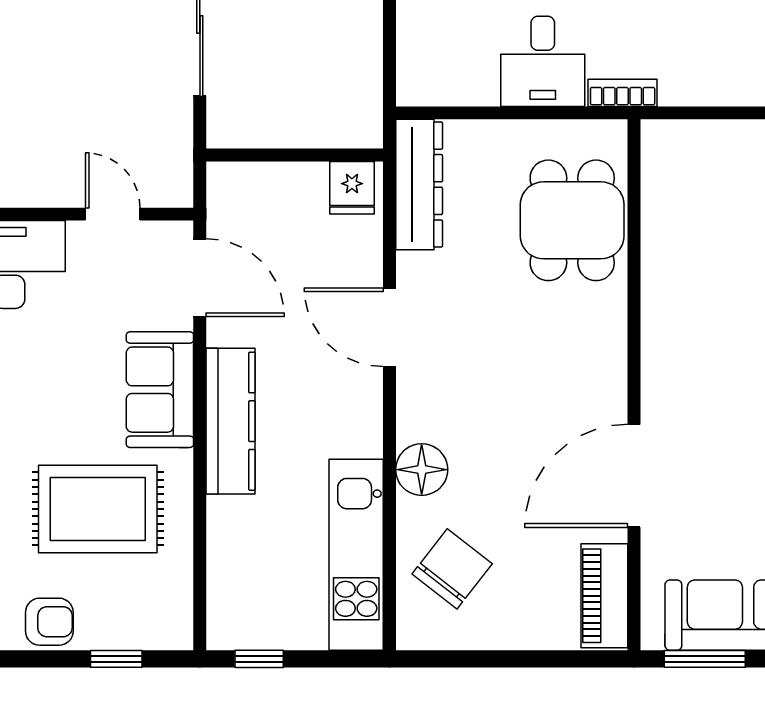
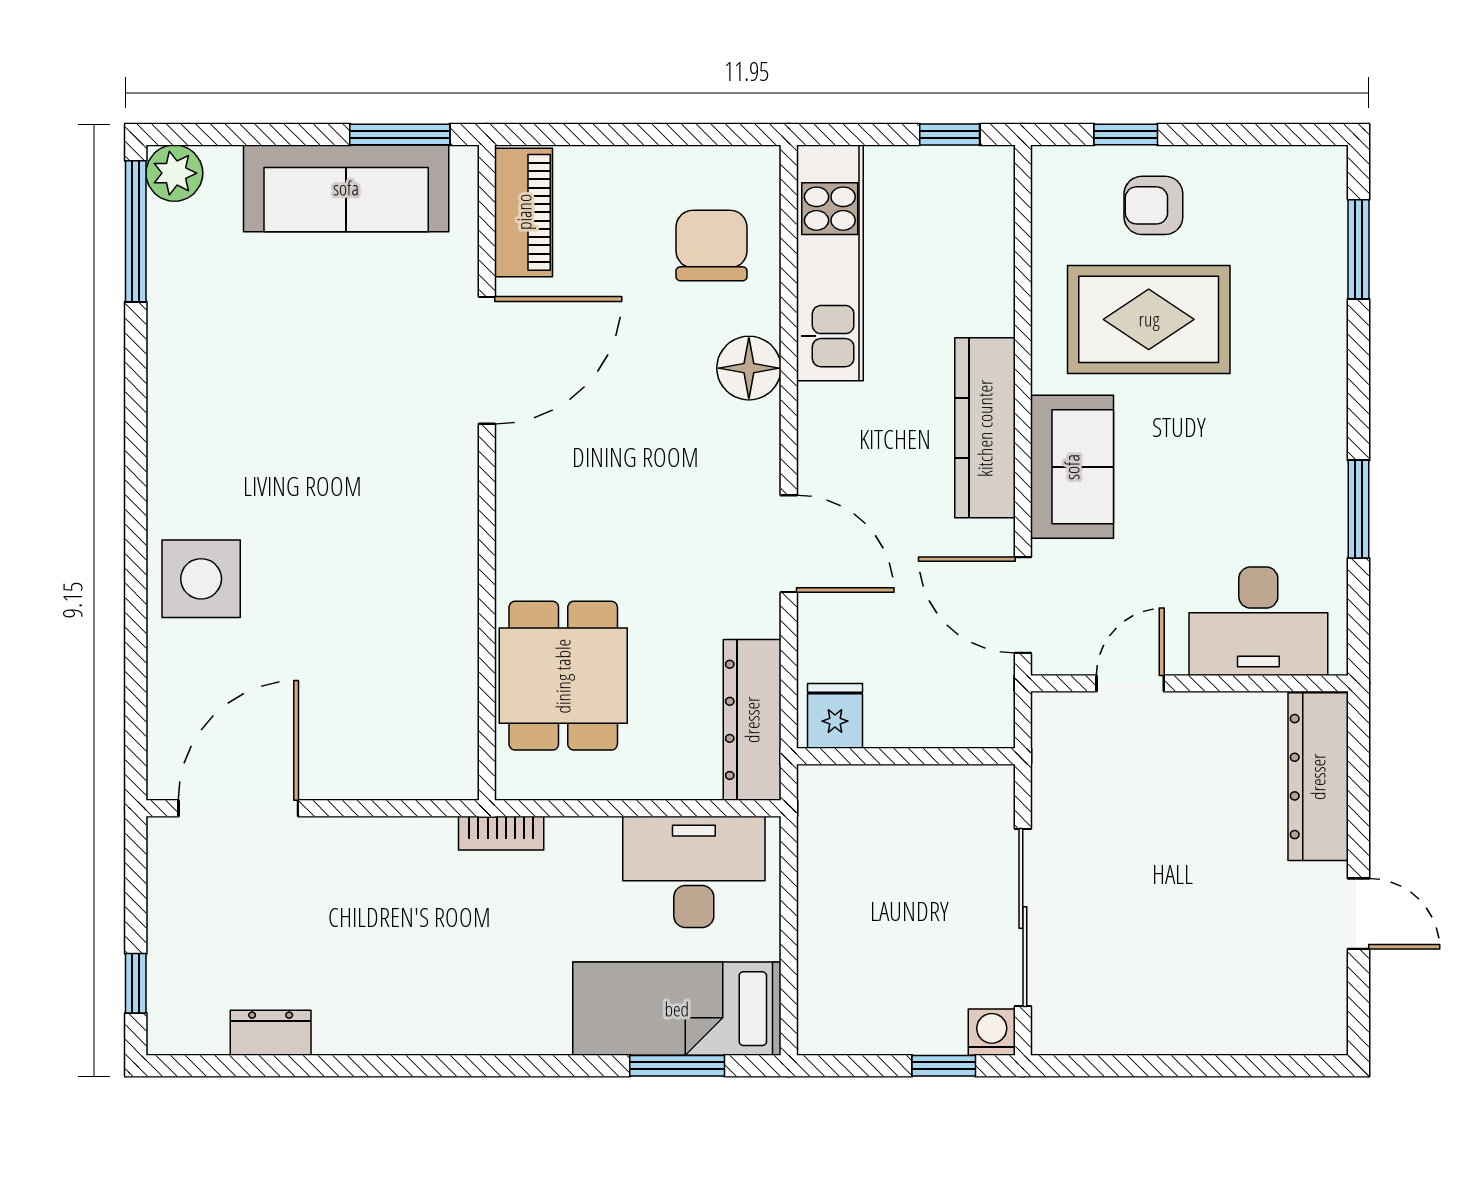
desk: (543, 61) -> (694, 872), moved, width x1.37
door: (113, 214) -> (1130, 683), swing flipped
chair: (452, 569) -> (711, 245), turned 142
armchair: (49, 622) -> (1153, 205), moved

